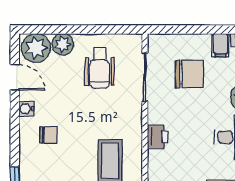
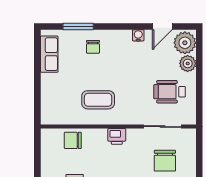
chair: (48, 135) -> (93, 47), moved

